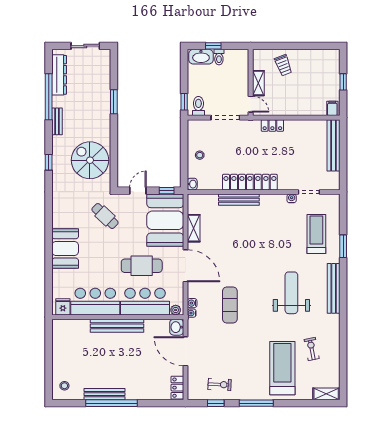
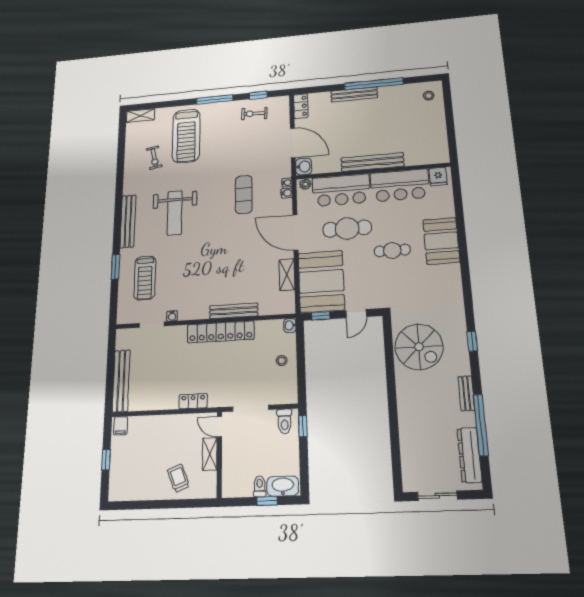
window: (114, 102) -> (394, 422), removed
cafe table: (105, 216) -> (392, 250), moved, turned -43
bench: (104, 394) -> (354, 95), moved

